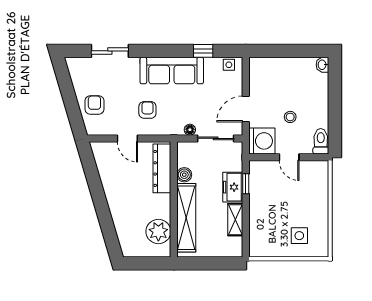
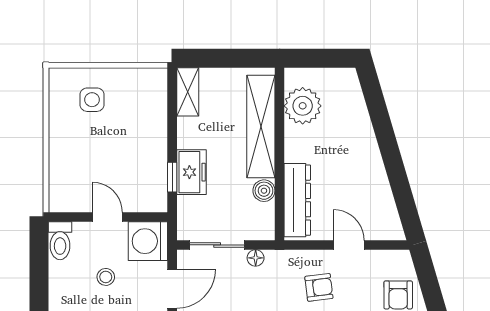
armchair: (147, 110) -> (319, 287), turned -97
shelving: (235, 220) -> (188, 92), moved

